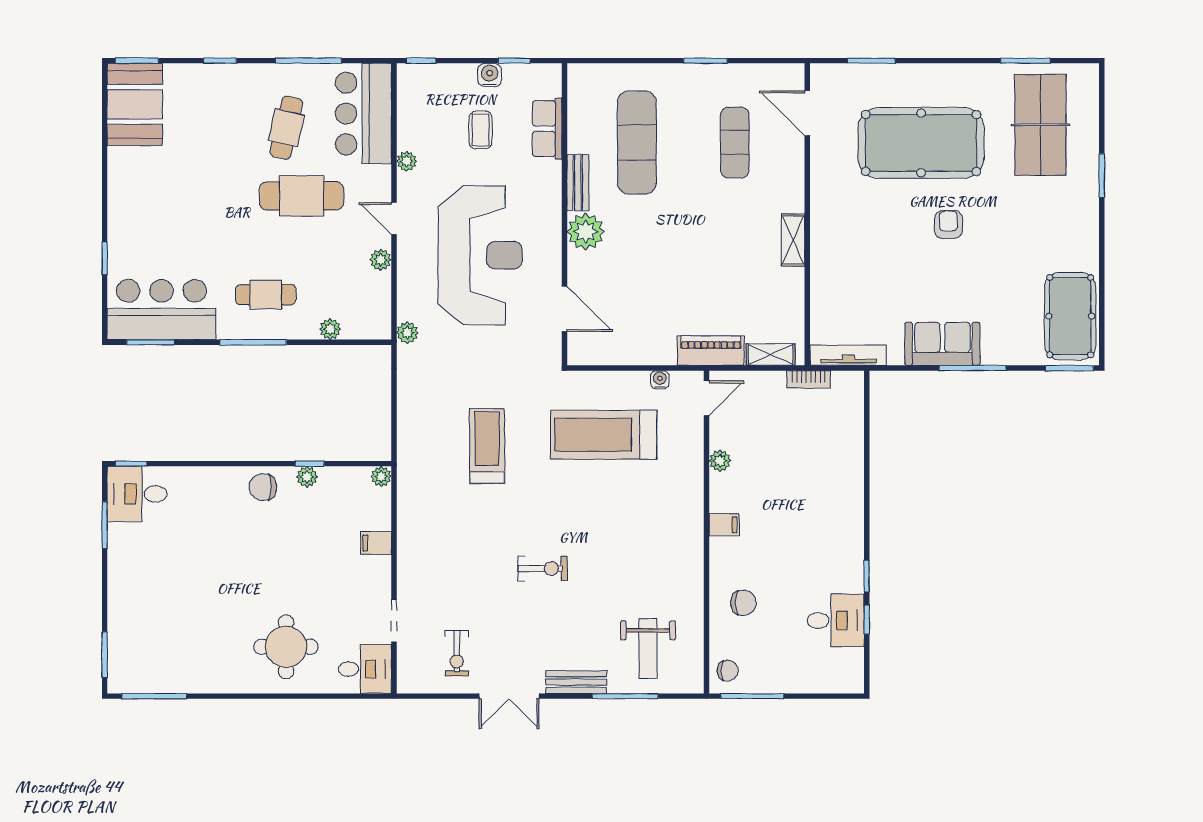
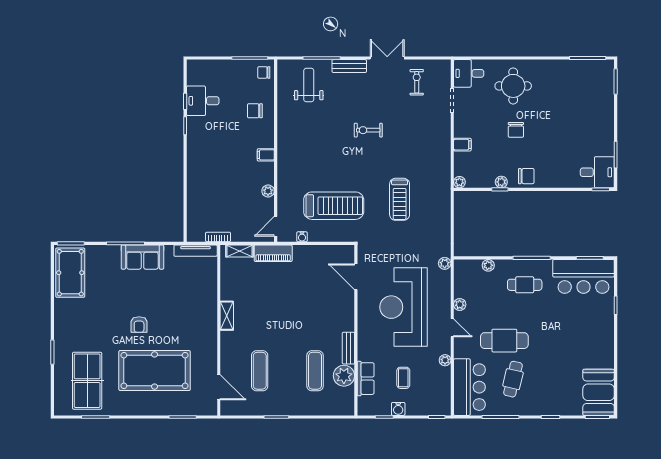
exercise mat: (637, 143) -> (315, 371), width x0.73, depth x0.69
plant: (586, 232) -> (344, 376), moved
chair: (281, 569) -> (516, 130), added

